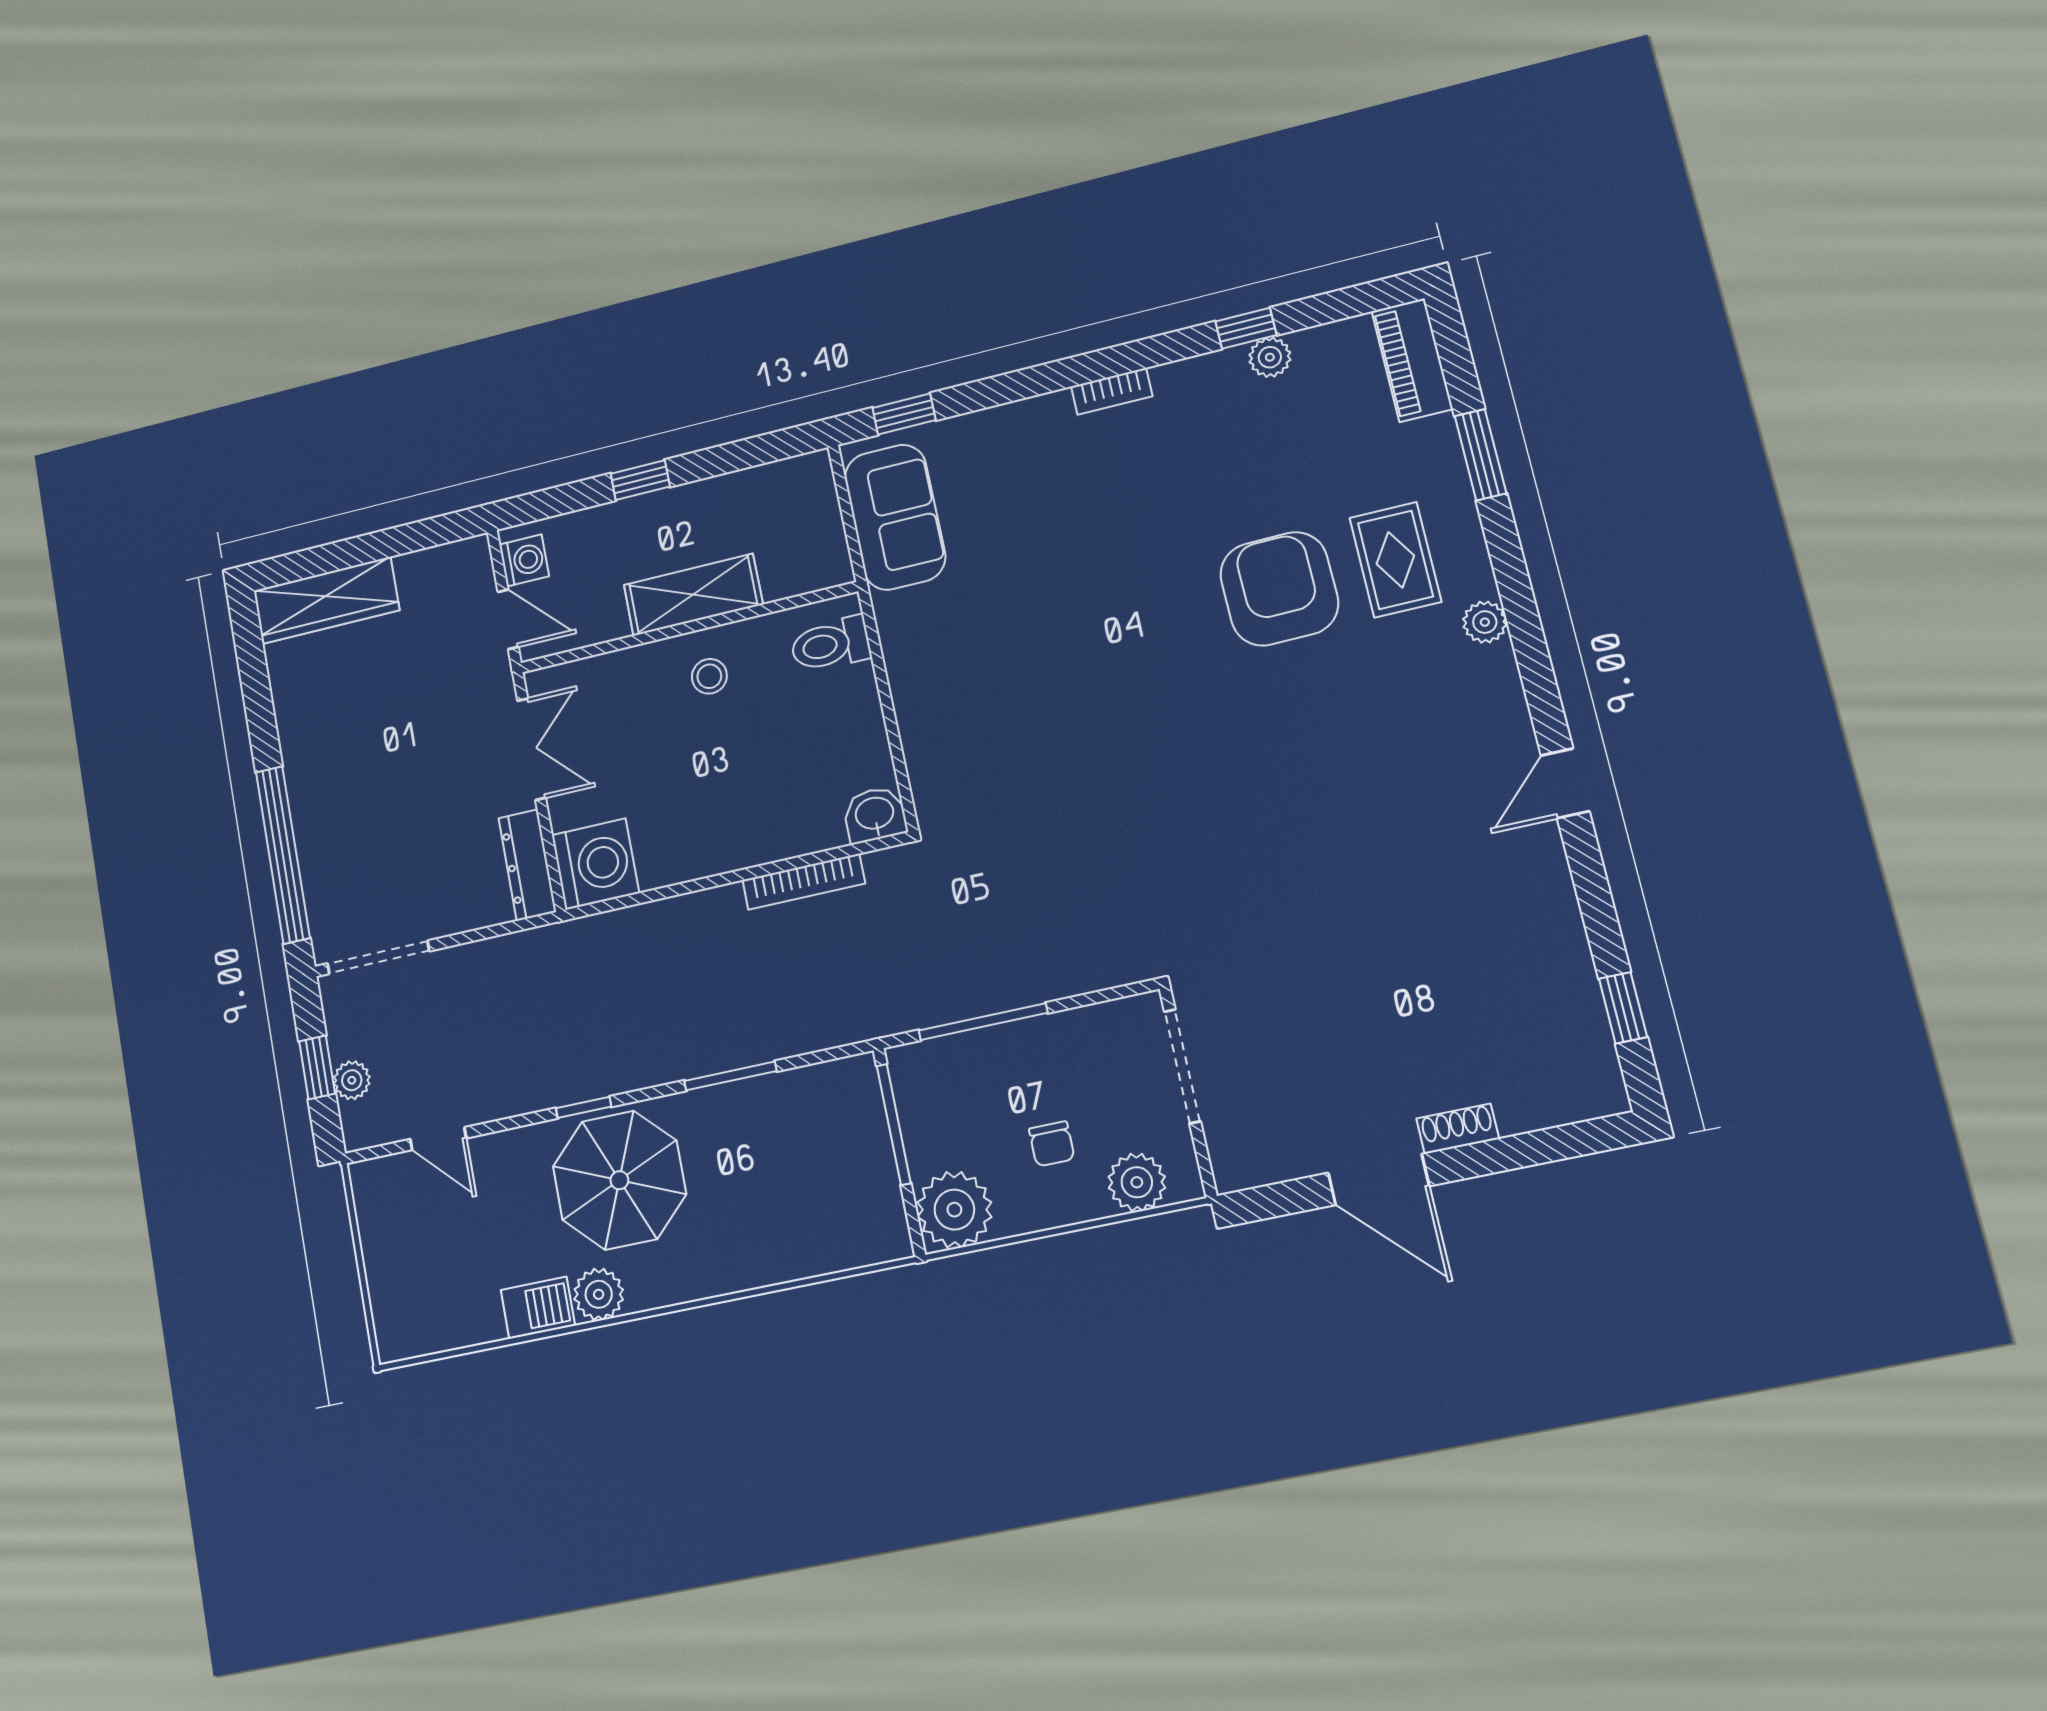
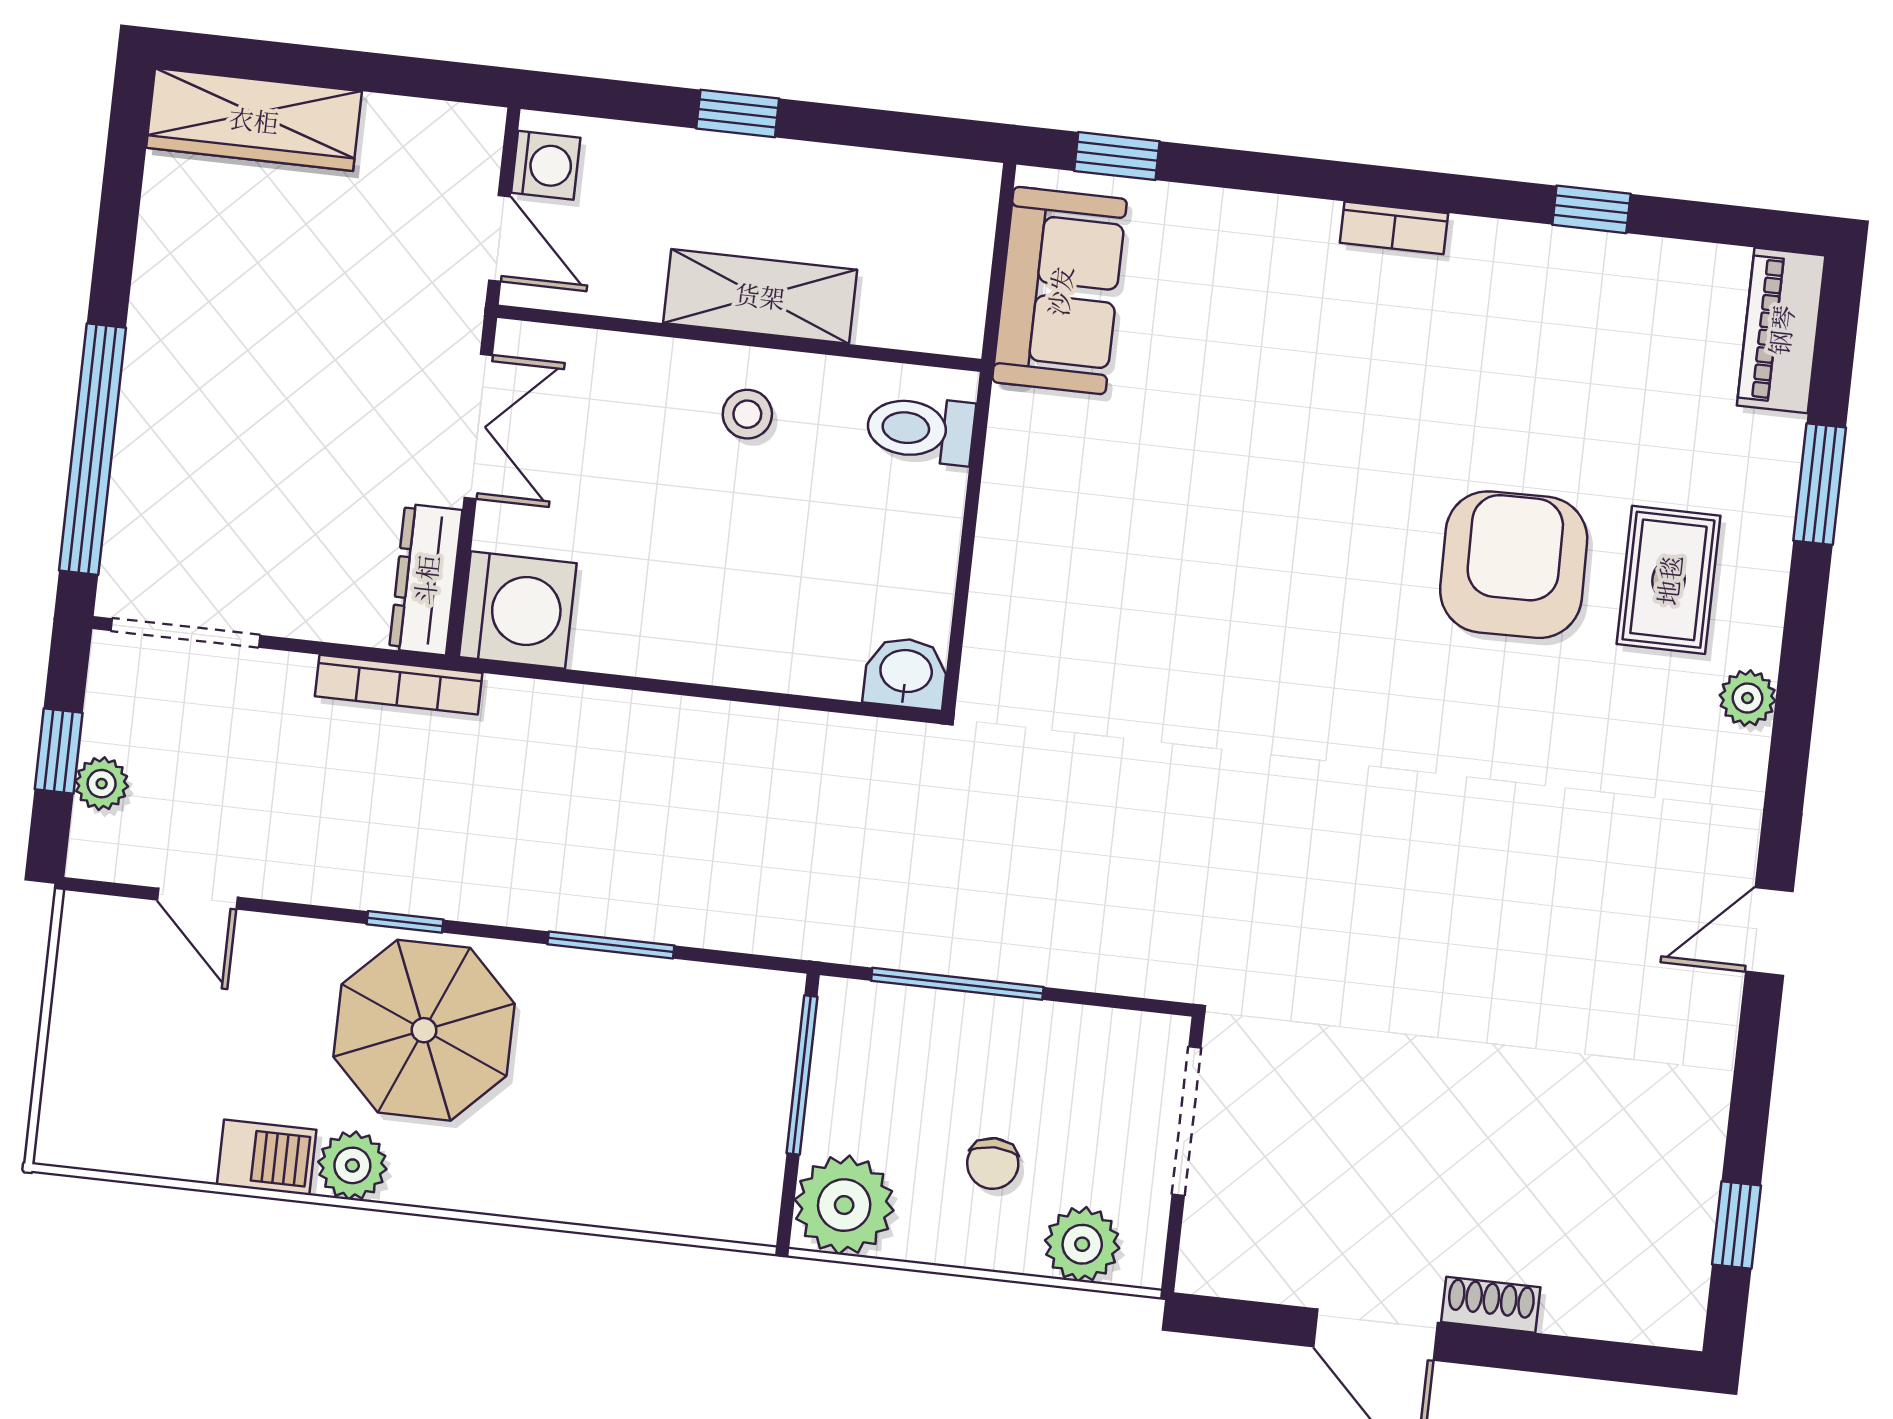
plant: (1270, 357) -> (1608, 259), removed
bookcase: (804, 882) -> (399, 685), moved

